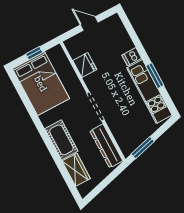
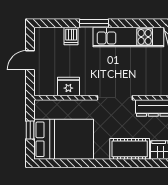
dishwasher: (132, 57) -> (71, 36), moved
window: (155, 76) -> (94, 23), moved

